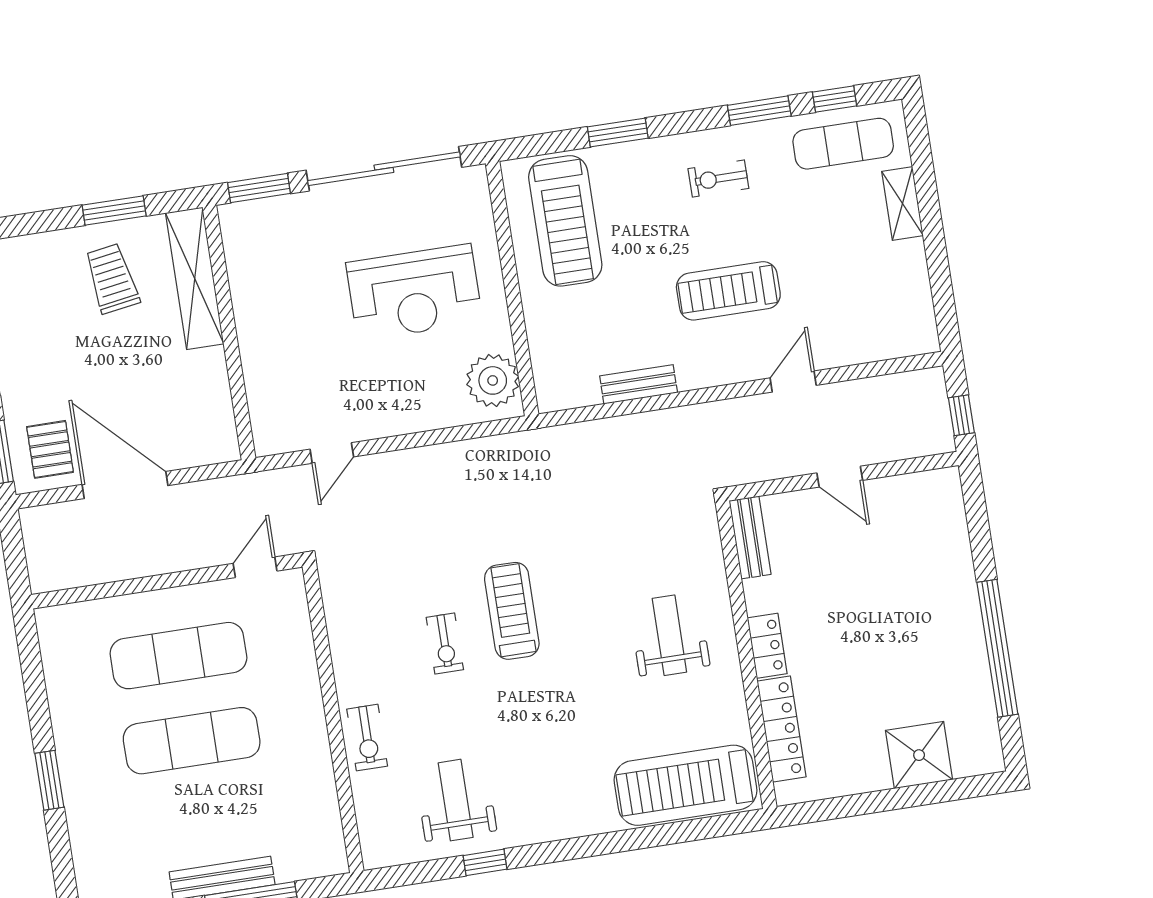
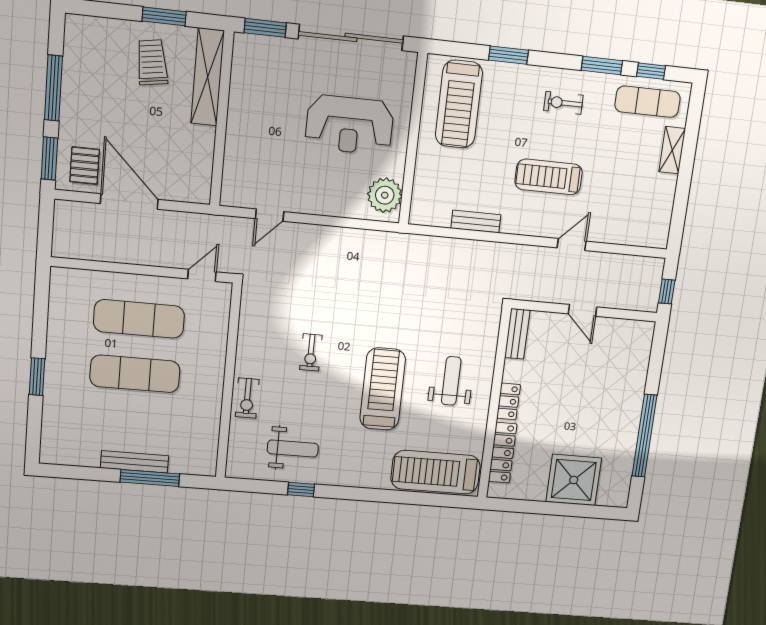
treadmill: (512, 611) -> (383, 389), moved, width x1.37, depth x1.38
shower: (919, 755) -> (574, 480), width x1.37, depth x1.37
weight bench: (456, 800) -> (293, 449), turned 90

